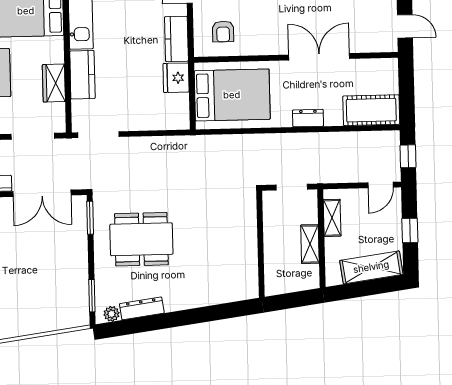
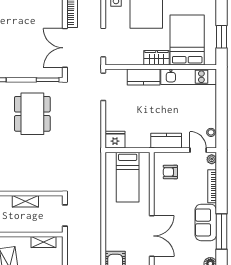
fridge: (176, 78) -> (115, 140), moved
wardrobe: (54, 83) -> (157, 58), moved
bed: (232, 95) -> (128, 177), width x0.67
dresser: (308, 118) -> (111, 228), removed
shelving: (310, 244) -> (25, 201), moved

